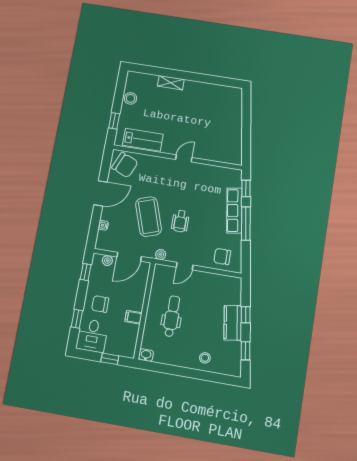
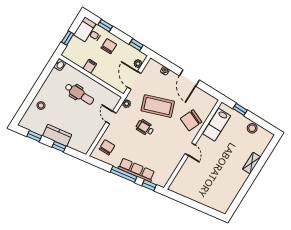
chair: (125, 165) -> (191, 120), moved

